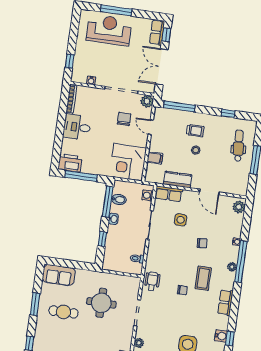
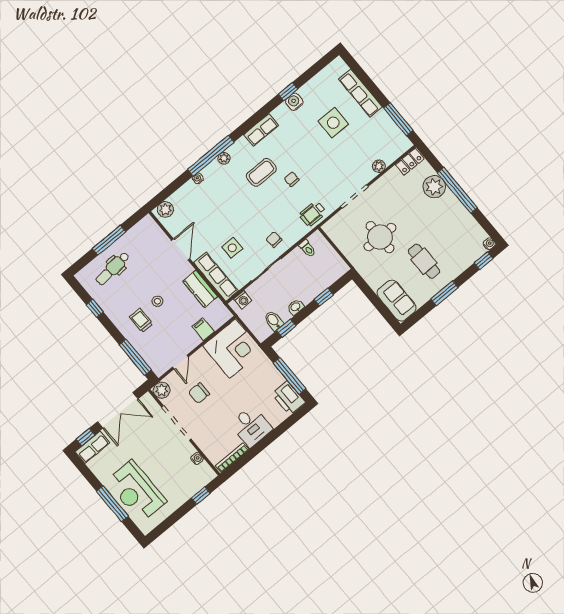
row of seats: (169, 194) -> (216, 277), width x1.48
window: (108, 202) -> (286, 328), width x0.46
chair: (202, 243) -> (274, 240), moved

